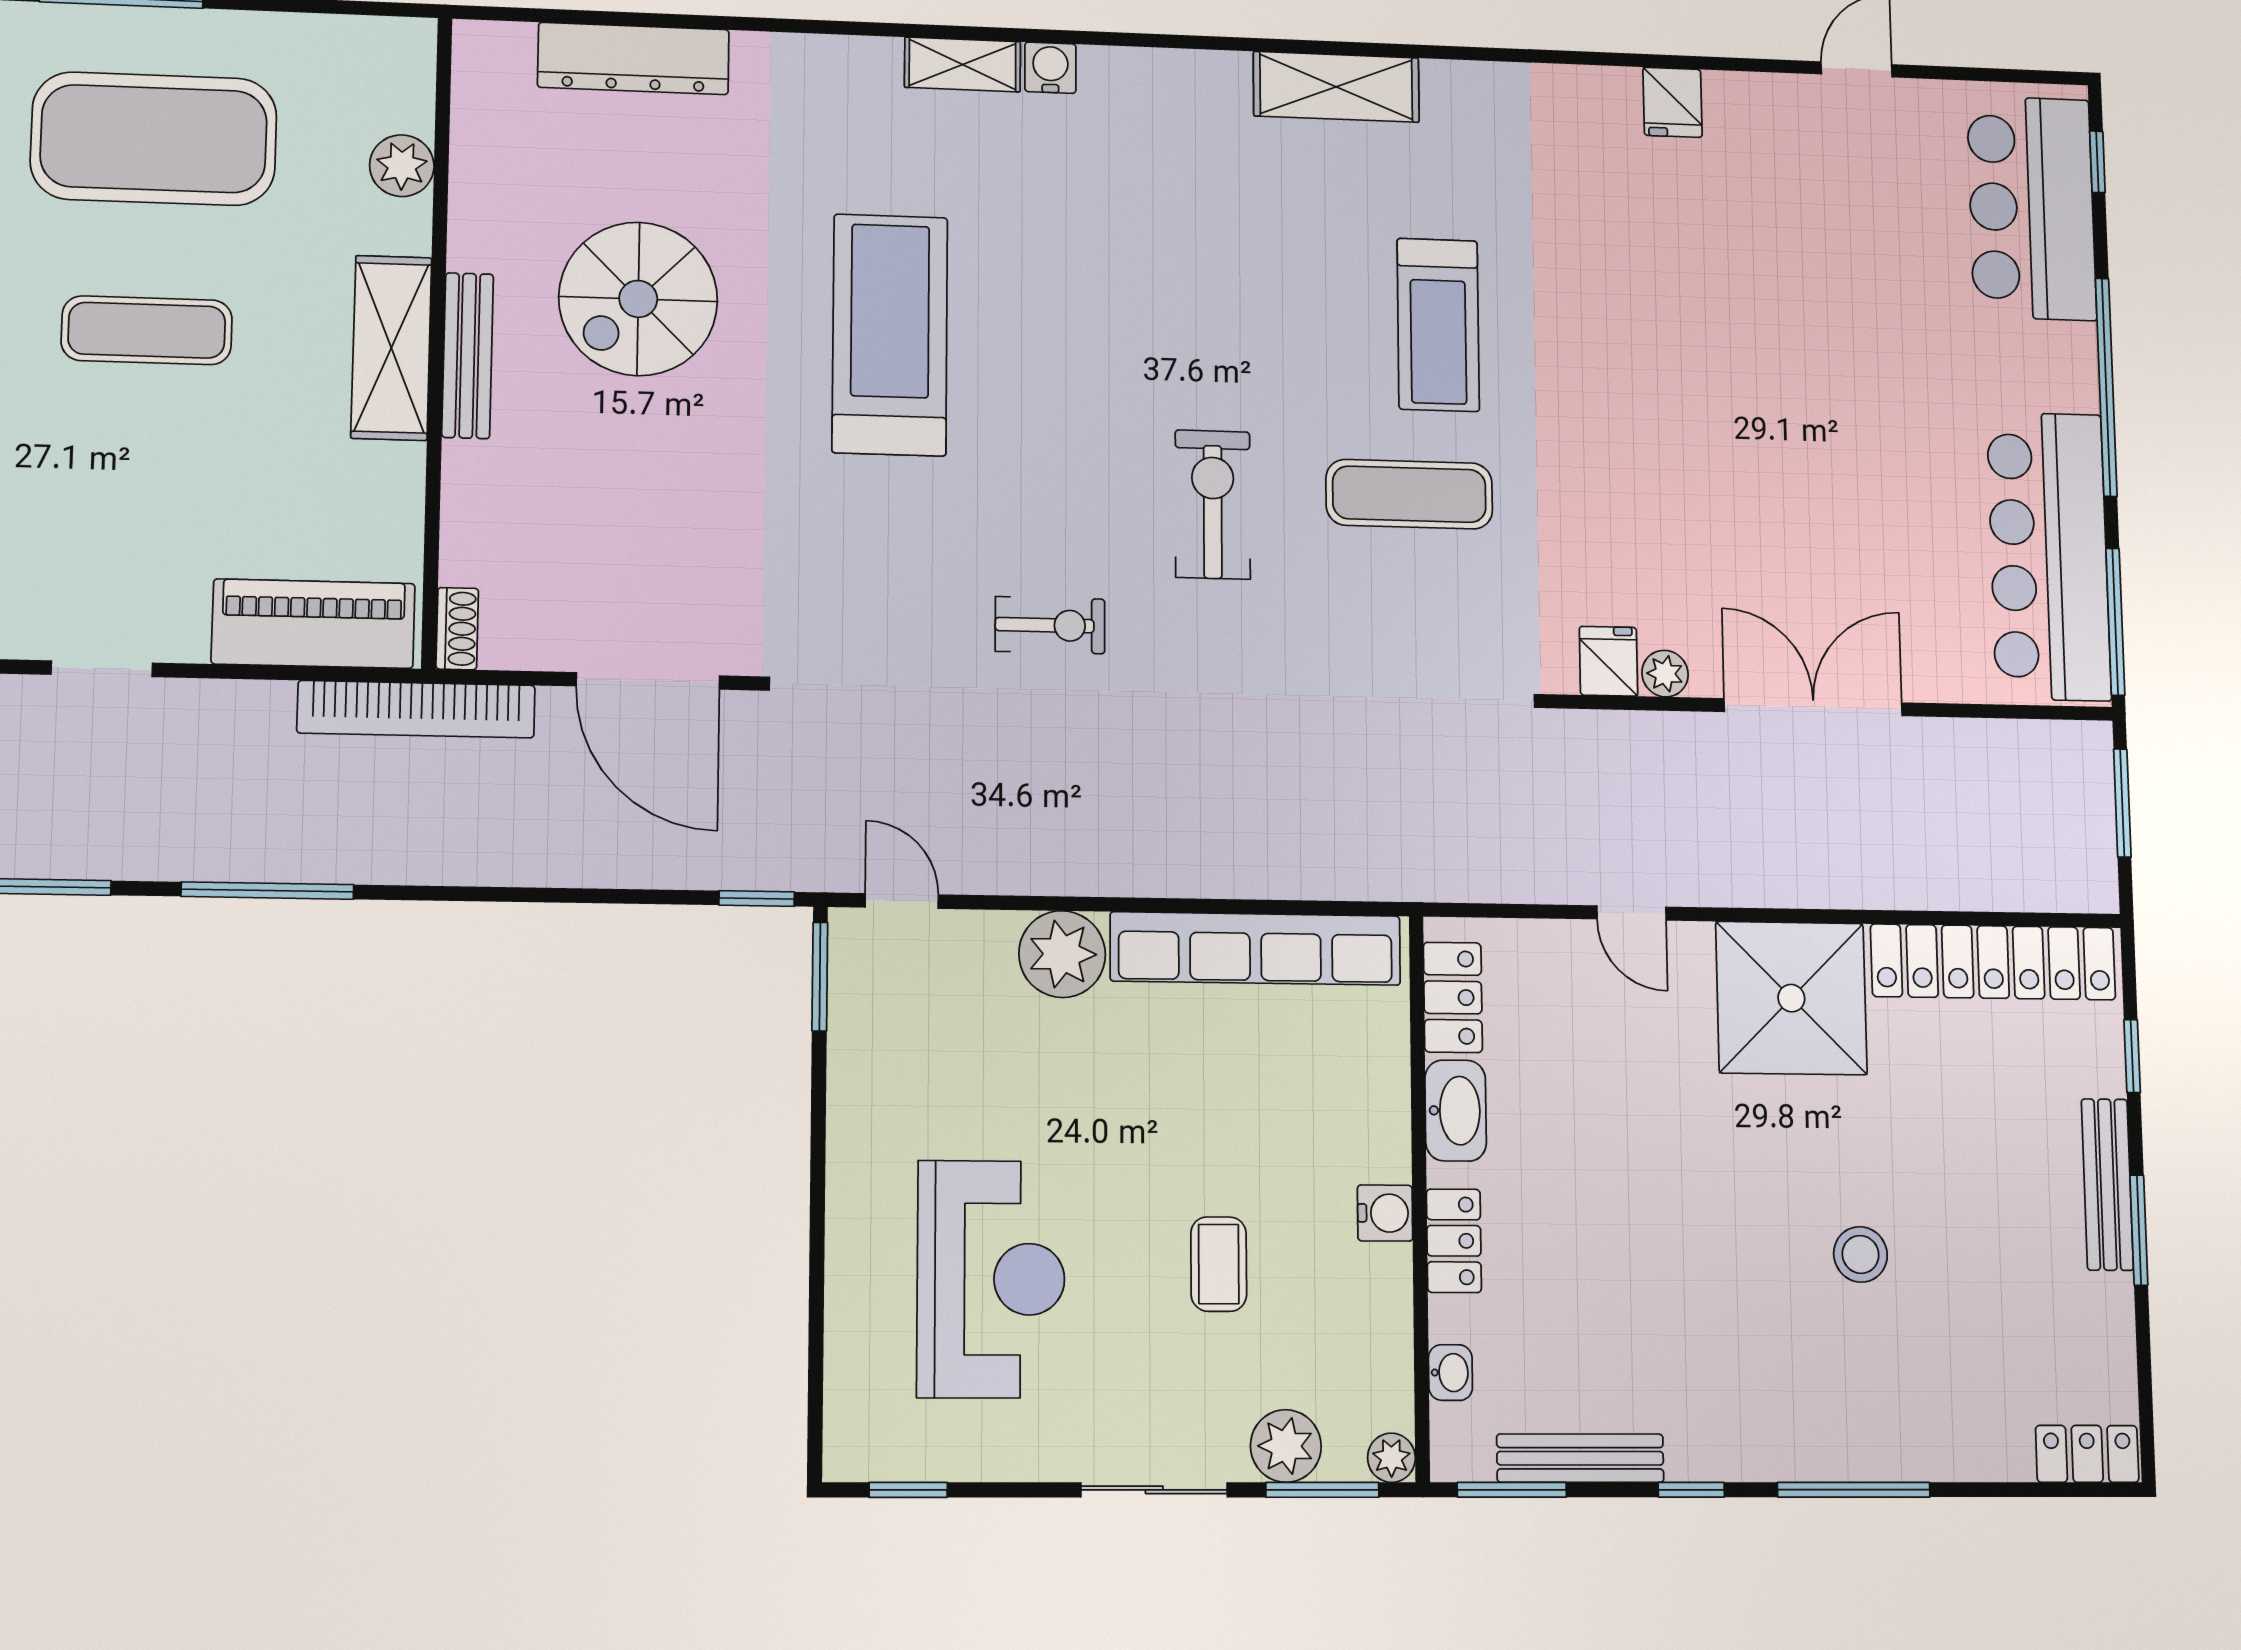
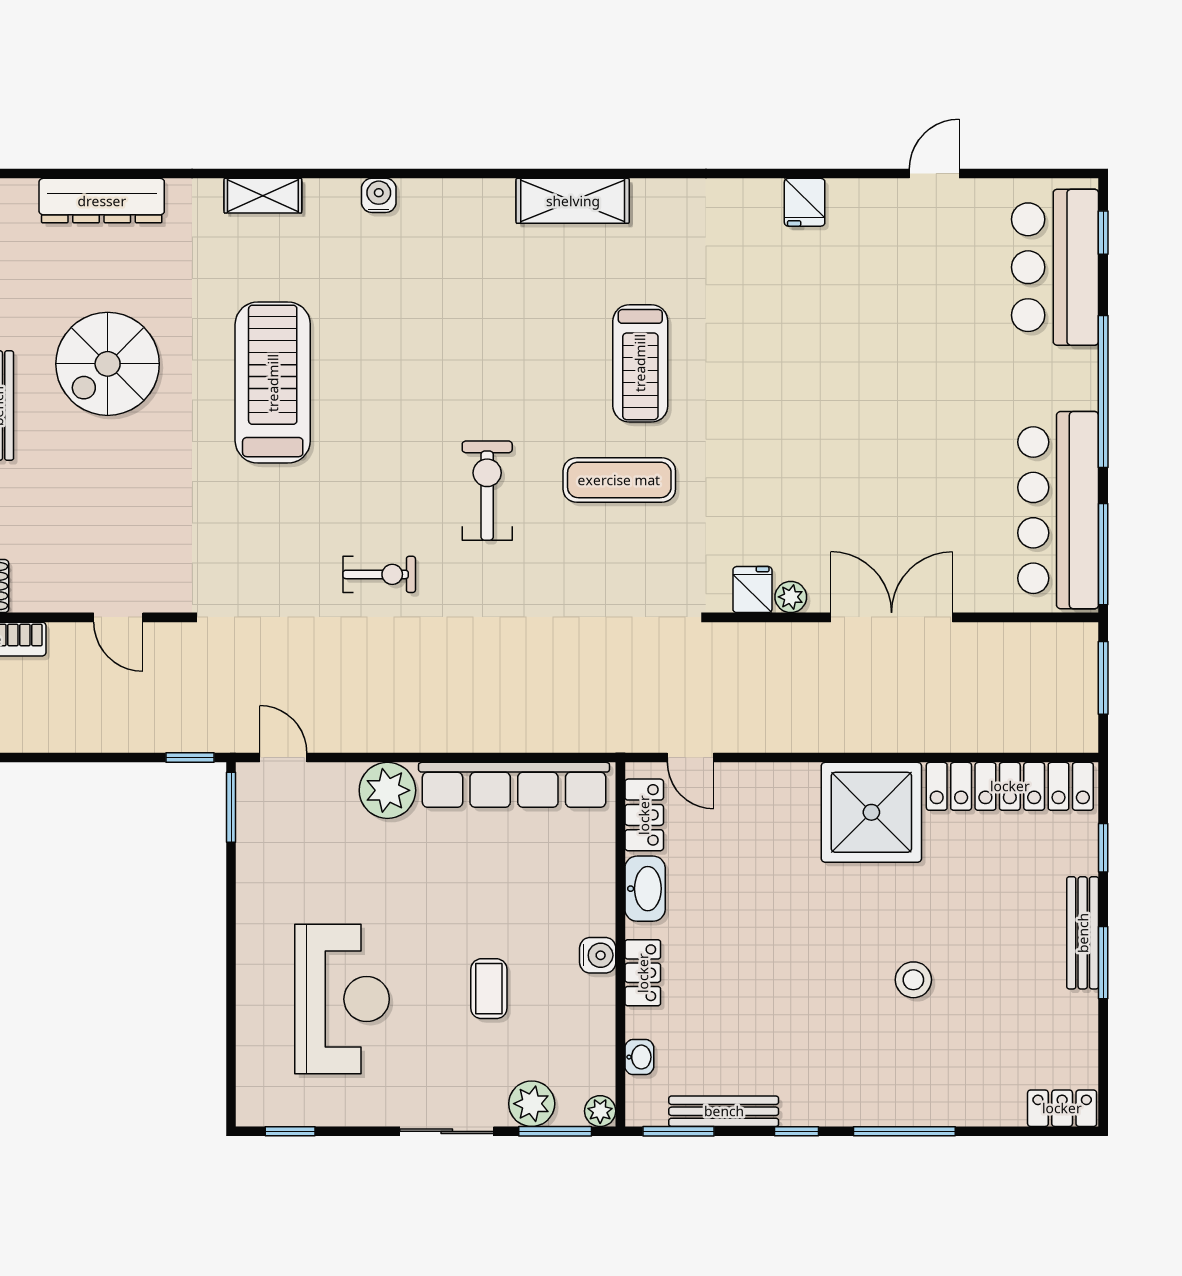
shelving: (963, 64) -> (263, 196), moved
door: (648, 681) -> (118, 617), width x0.53
door: (1632, 913) -> (690, 758), moved

